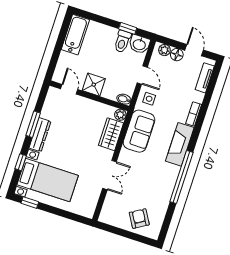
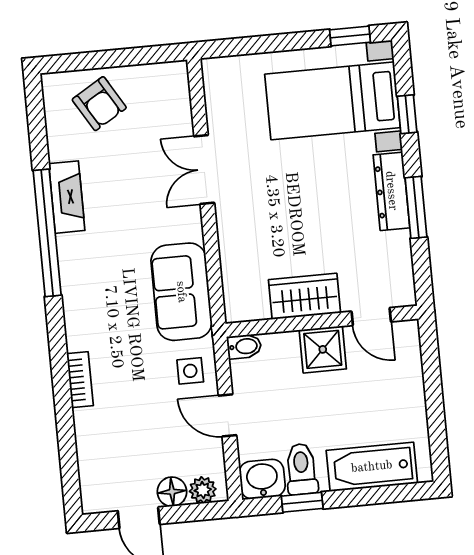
bathtub: (75, 35) -> (372, 467), moved, turned 90
tv unit: (205, 78) -> (90, 468), removed
plant: (120, 115) -> (237, 309), removed
wardrobe: (111, 134) -> (305, 296), moved, turned -90
fireplace: (180, 144) -> (67, 197), moved, width x0.73, depth x0.76

